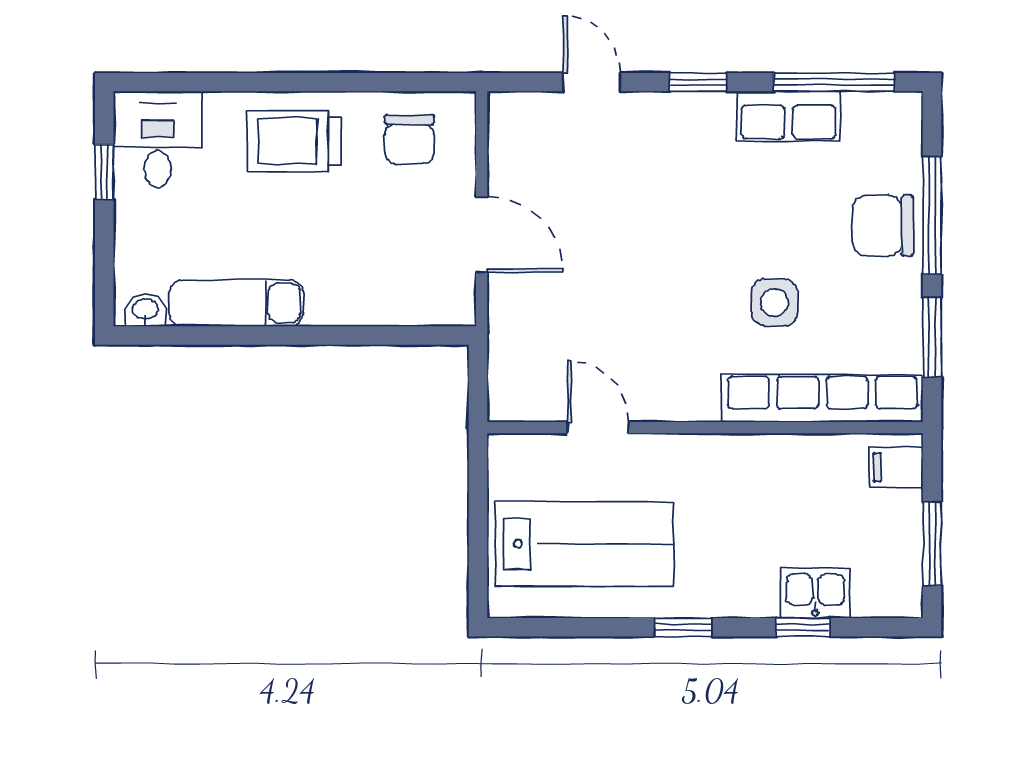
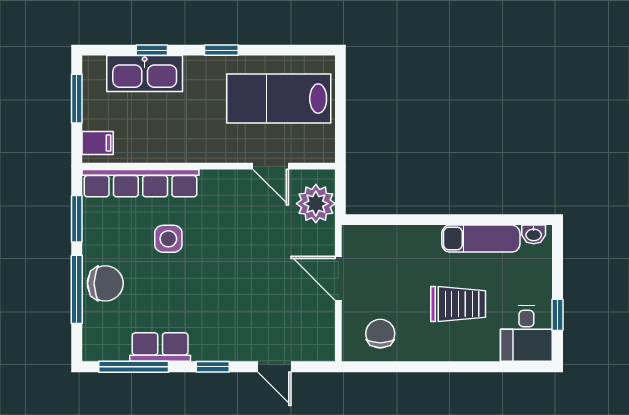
trolley: (294, 141) -> (458, 304), moved
plant: (520, 363) -> (316, 204), added
kitchen sink: (815, 593) -> (145, 74), width x1.87, depth x1.24

